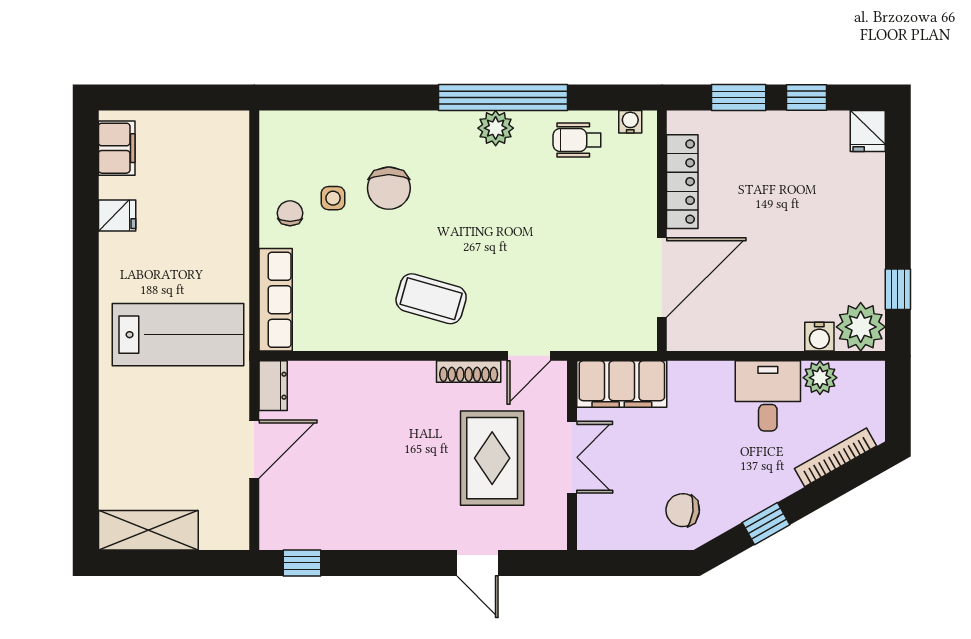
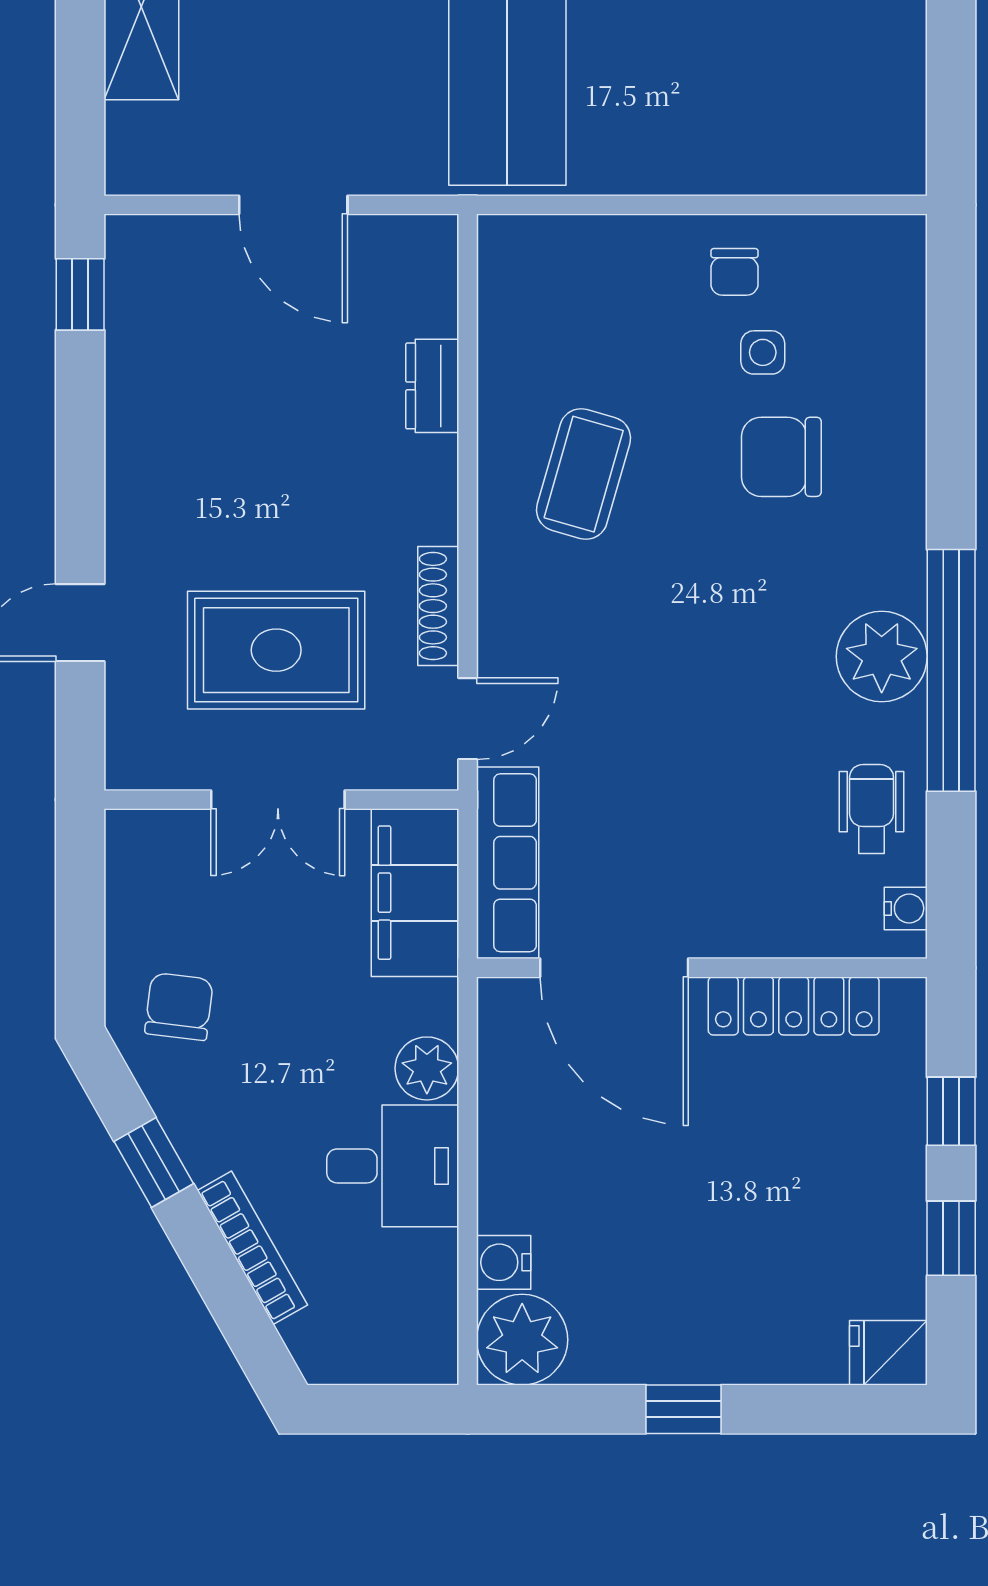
window: (739, 97) -> (951, 1111), width x0.67
plant: (496, 128) -> (882, 656), width x1.36, depth x1.36
chair: (290, 213) -> (734, 272), turned 90
window: (898, 289) -> (683, 1409), moved
coffee table: (431, 299) -> (584, 474), moved
row of seats: (276, 300) -> (508, 863), moved, turned -90
door: (529, 356) -> (468, 719), swing flipped
plant: (820, 378) -> (427, 1068), moved
dresser: (273, 386) -> (432, 386), moved, turned 90
bookcase: (836, 457) -> (252, 1248), moved

